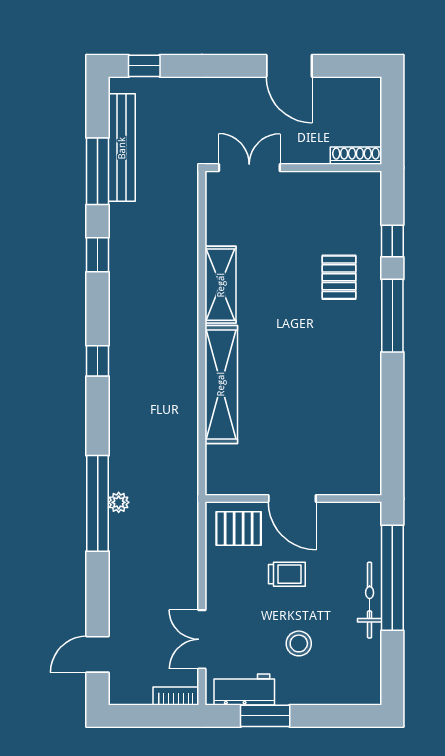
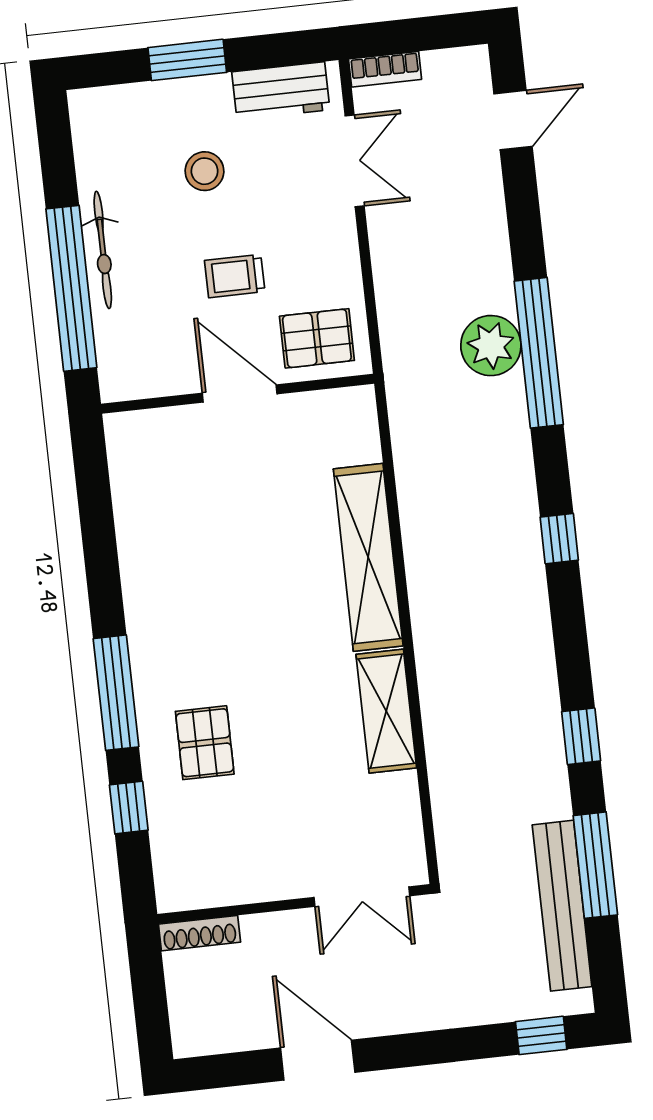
window: (98, 361) -> (559, 539), moved
plant: (119, 502) -> (491, 346), width x1.88, depth x1.88
window: (265, 716) -> (187, 60), moved

